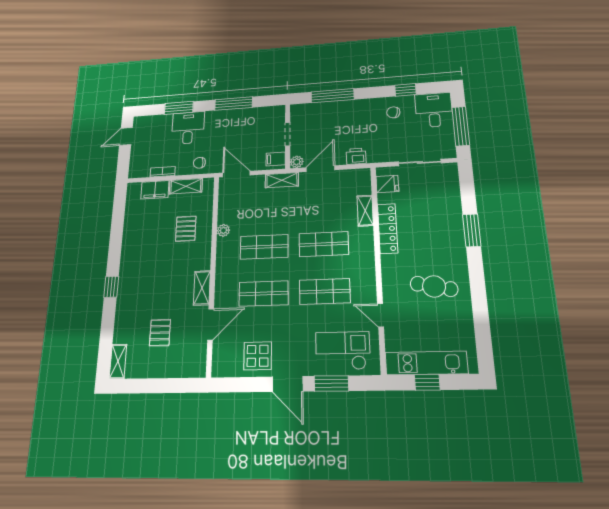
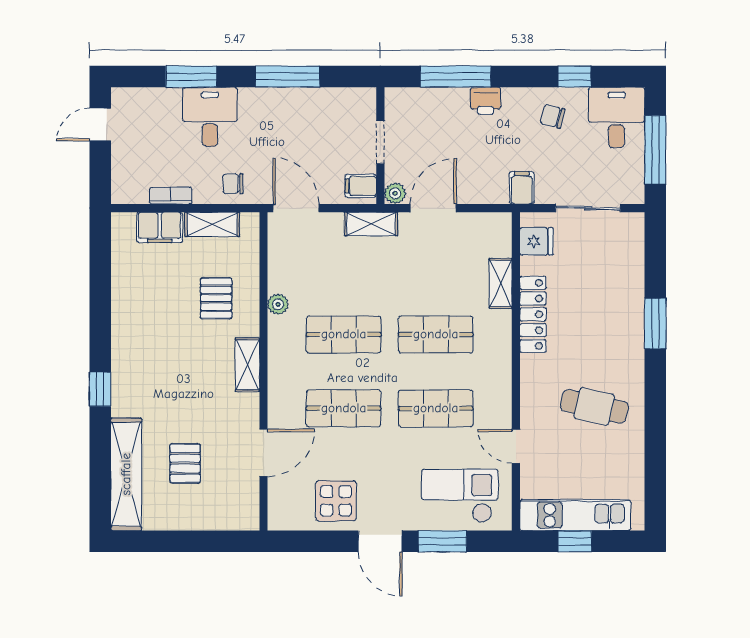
filing cabinet: (376, 153) -> (522, 188), added
printer: (356, 156) -> (486, 101), moved, turned 180
shelving: (202, 288) -> (247, 365), moved
shelving: (118, 361) -> (126, 474), width x2.20, depth x1.33

